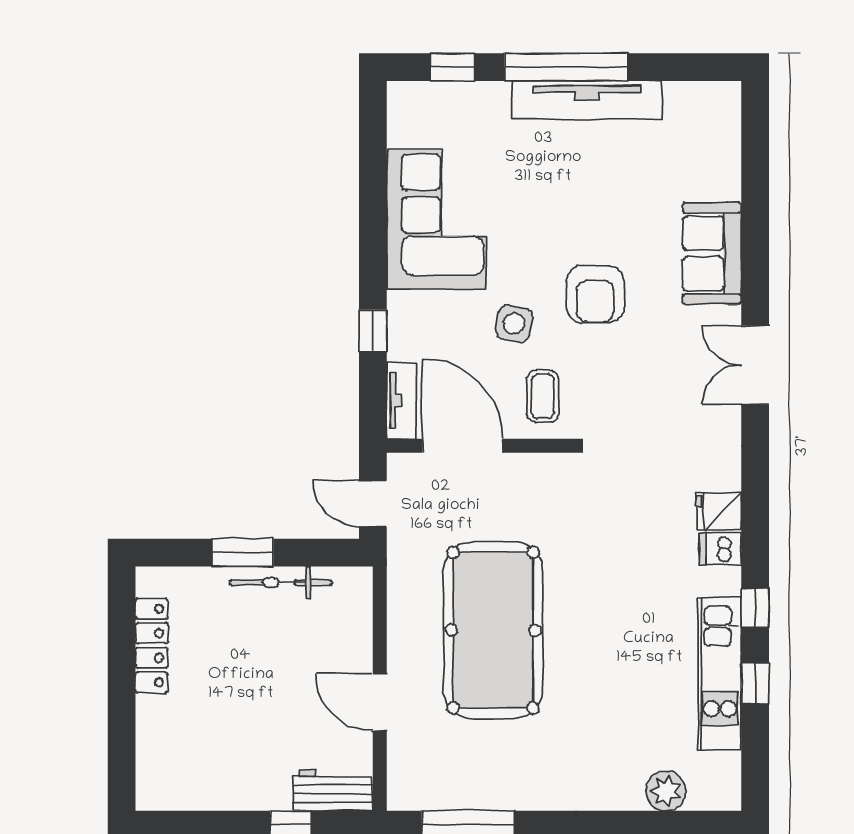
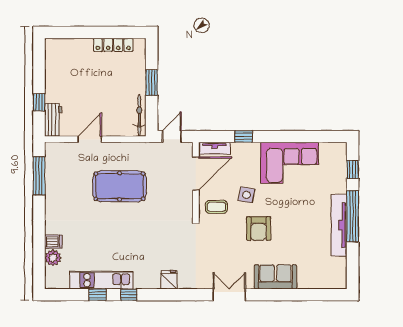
armchair: (595, 294) -> (259, 229), turned -90
dishwasher: (720, 549) -> (53, 242), moved, turned 90
bicycle: (281, 582) -> (139, 115), moved
pool table: (493, 630) -> (119, 186), width x0.73, depth x0.76

